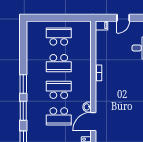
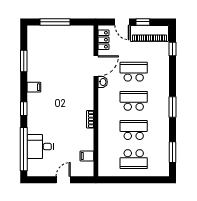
filing cabinet: (101, 25) -> (87, 156), moved
school desk: (59, 90) -> (134, 101), turned 180
window: (23, 111) -> (173, 152), moved

